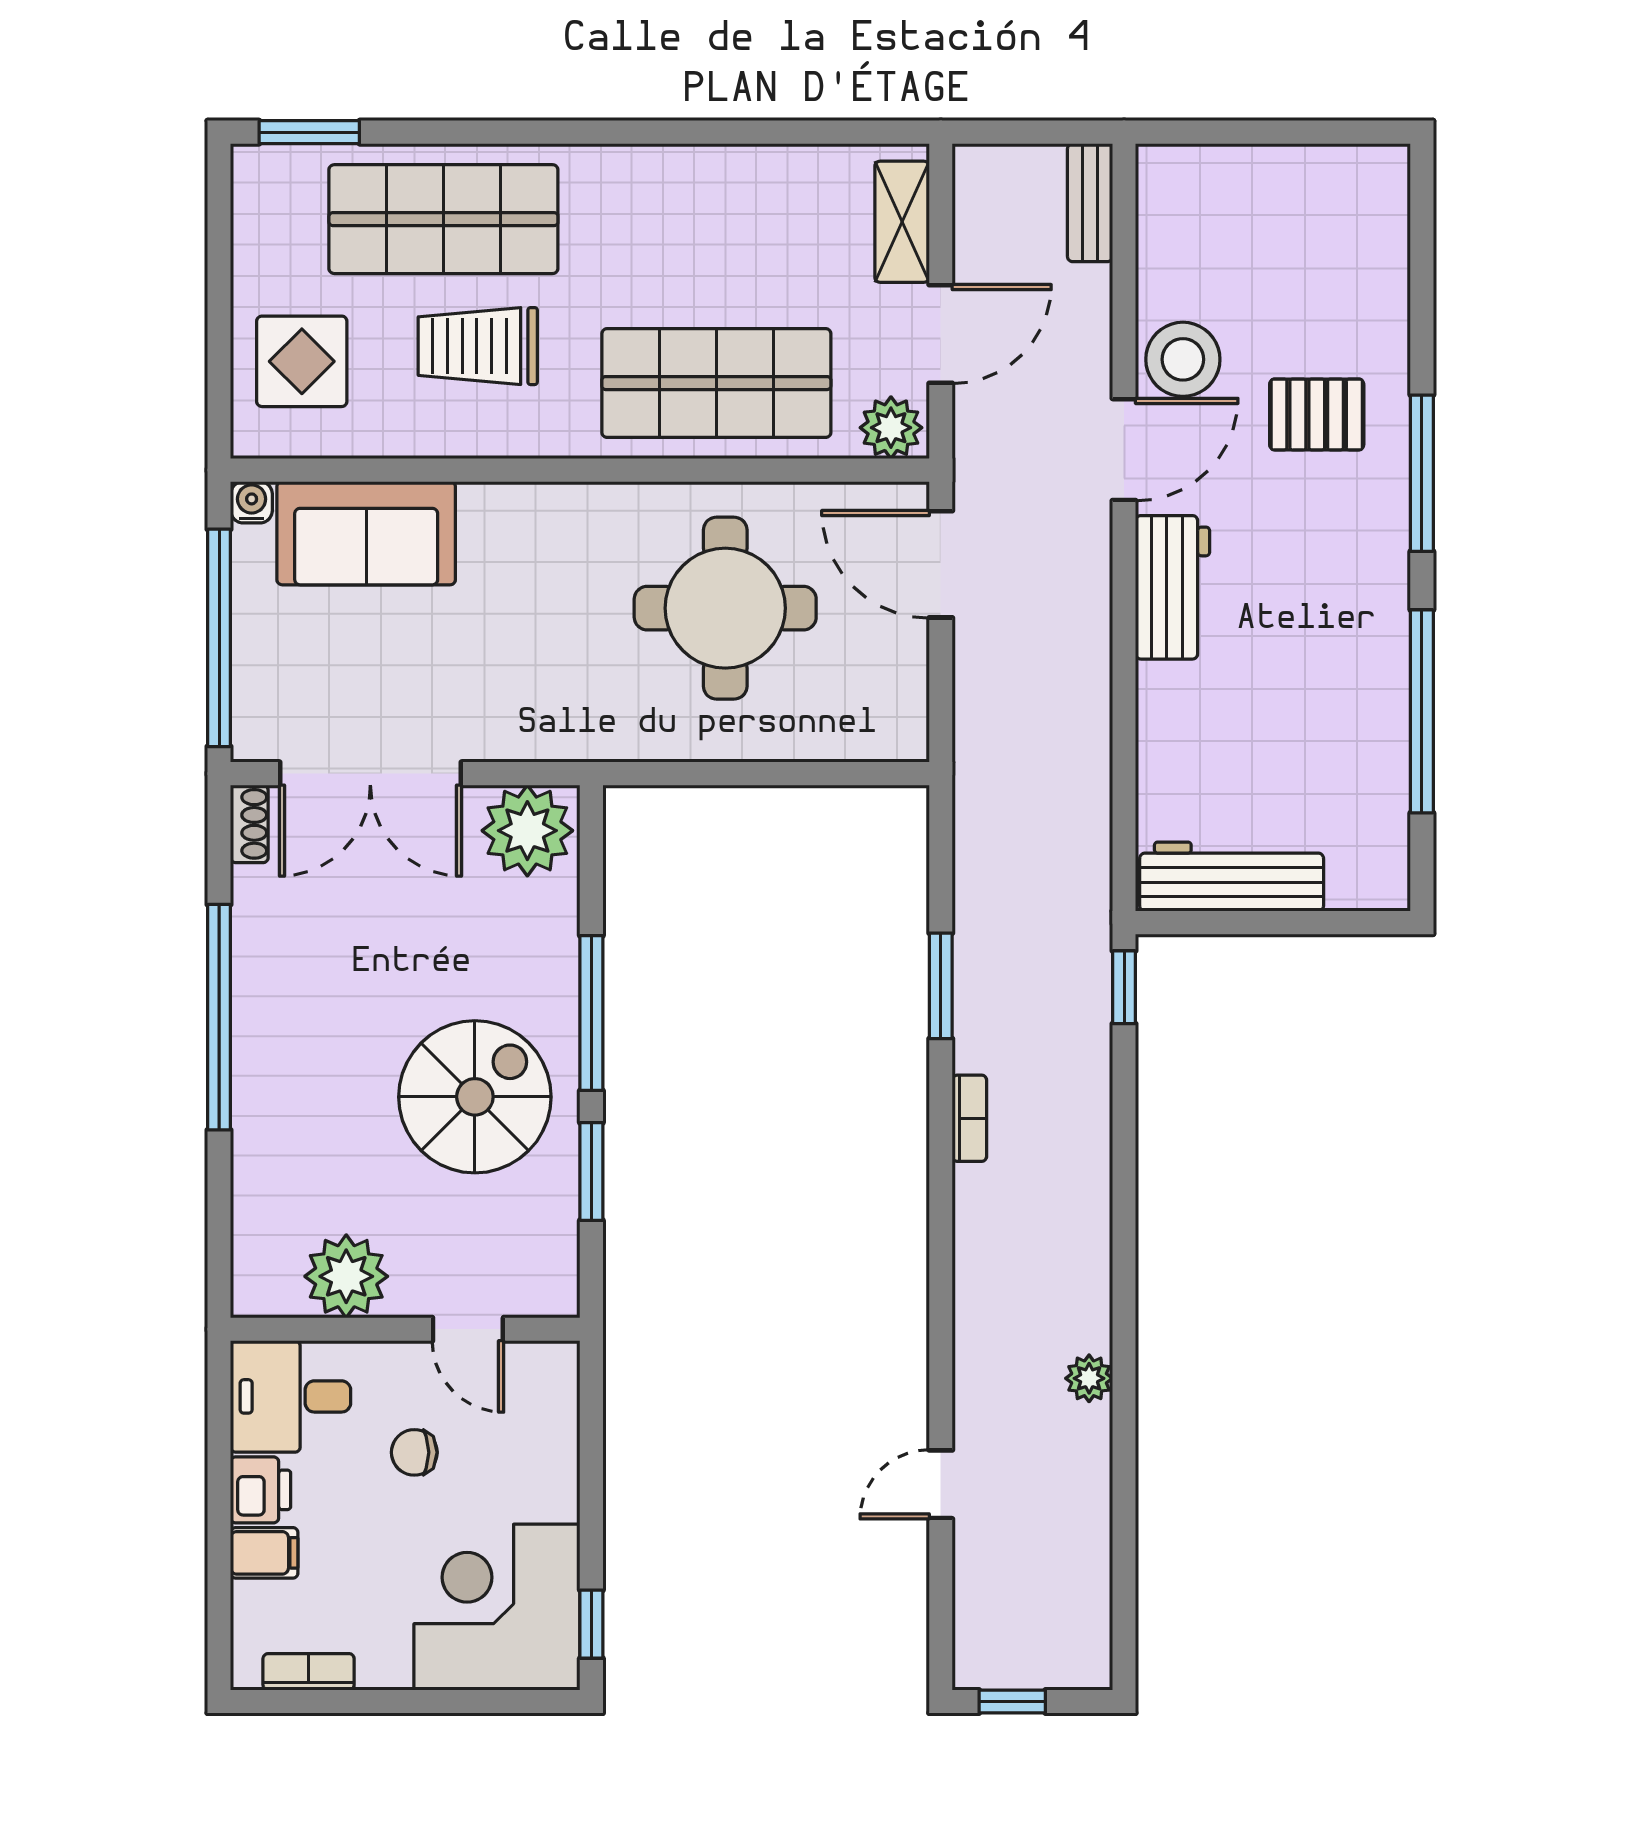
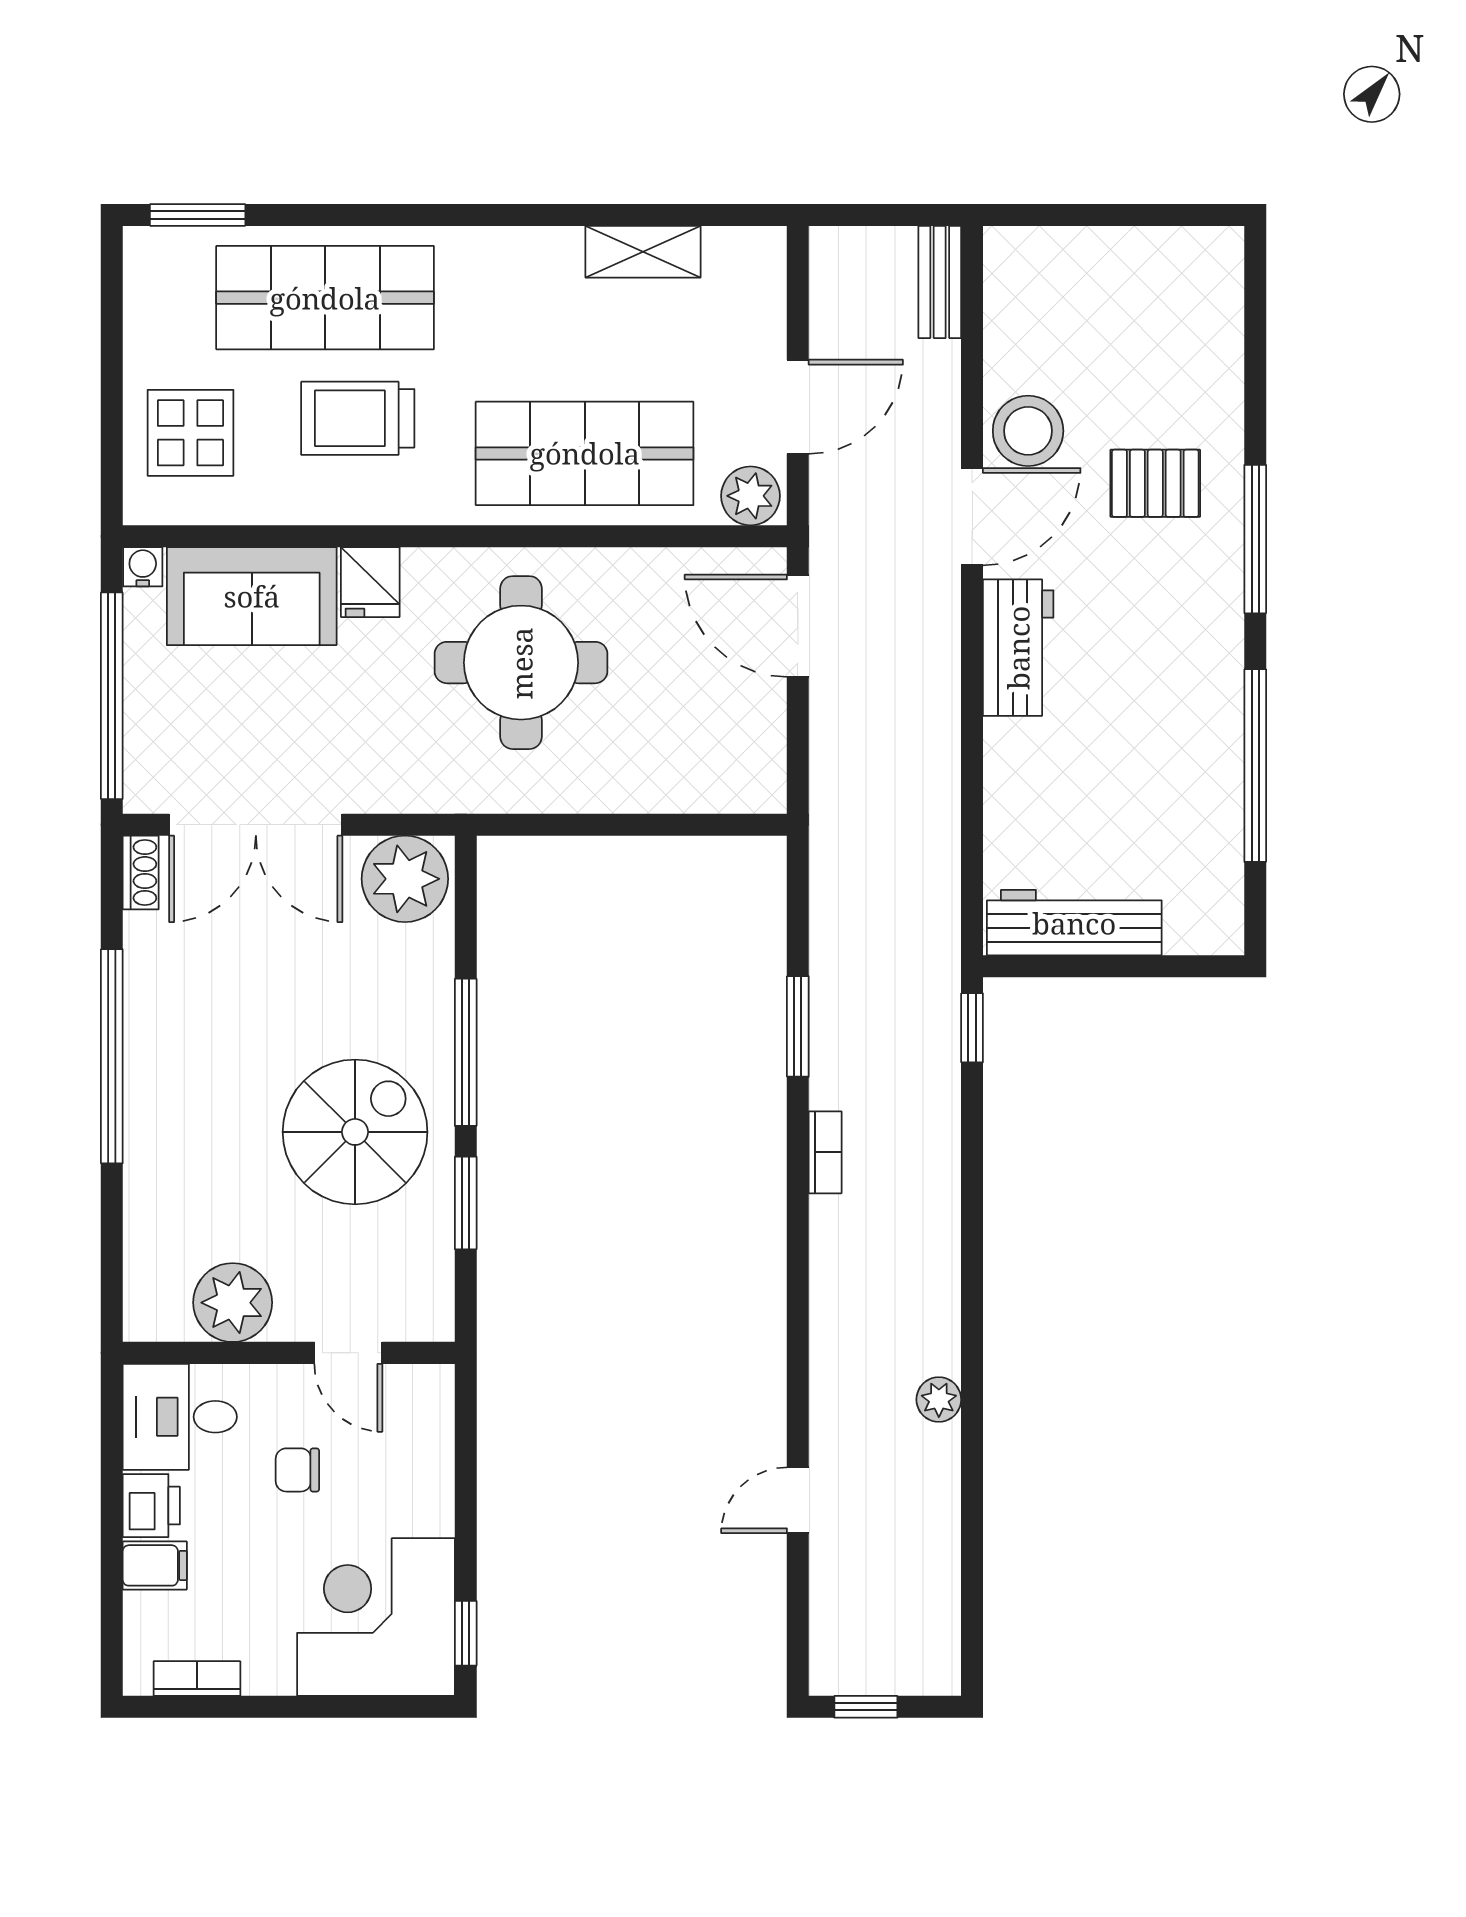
shelving: (902, 222) -> (643, 252), moved, turned 90
fridge: (491, 518) -> (370, 582), added
round table: (725, 608) -> (521, 663), moved

